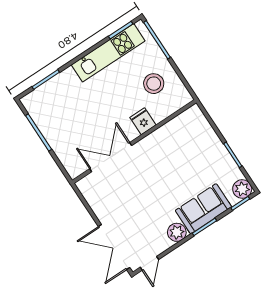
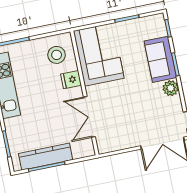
stool: (154, 84) -> (57, 55), moved
kitchen counter: (49, 127) -> (46, 157), added
corner sofa: (182, 140) -> (99, 55), added
plant: (242, 189) -> (157, 22), removed

